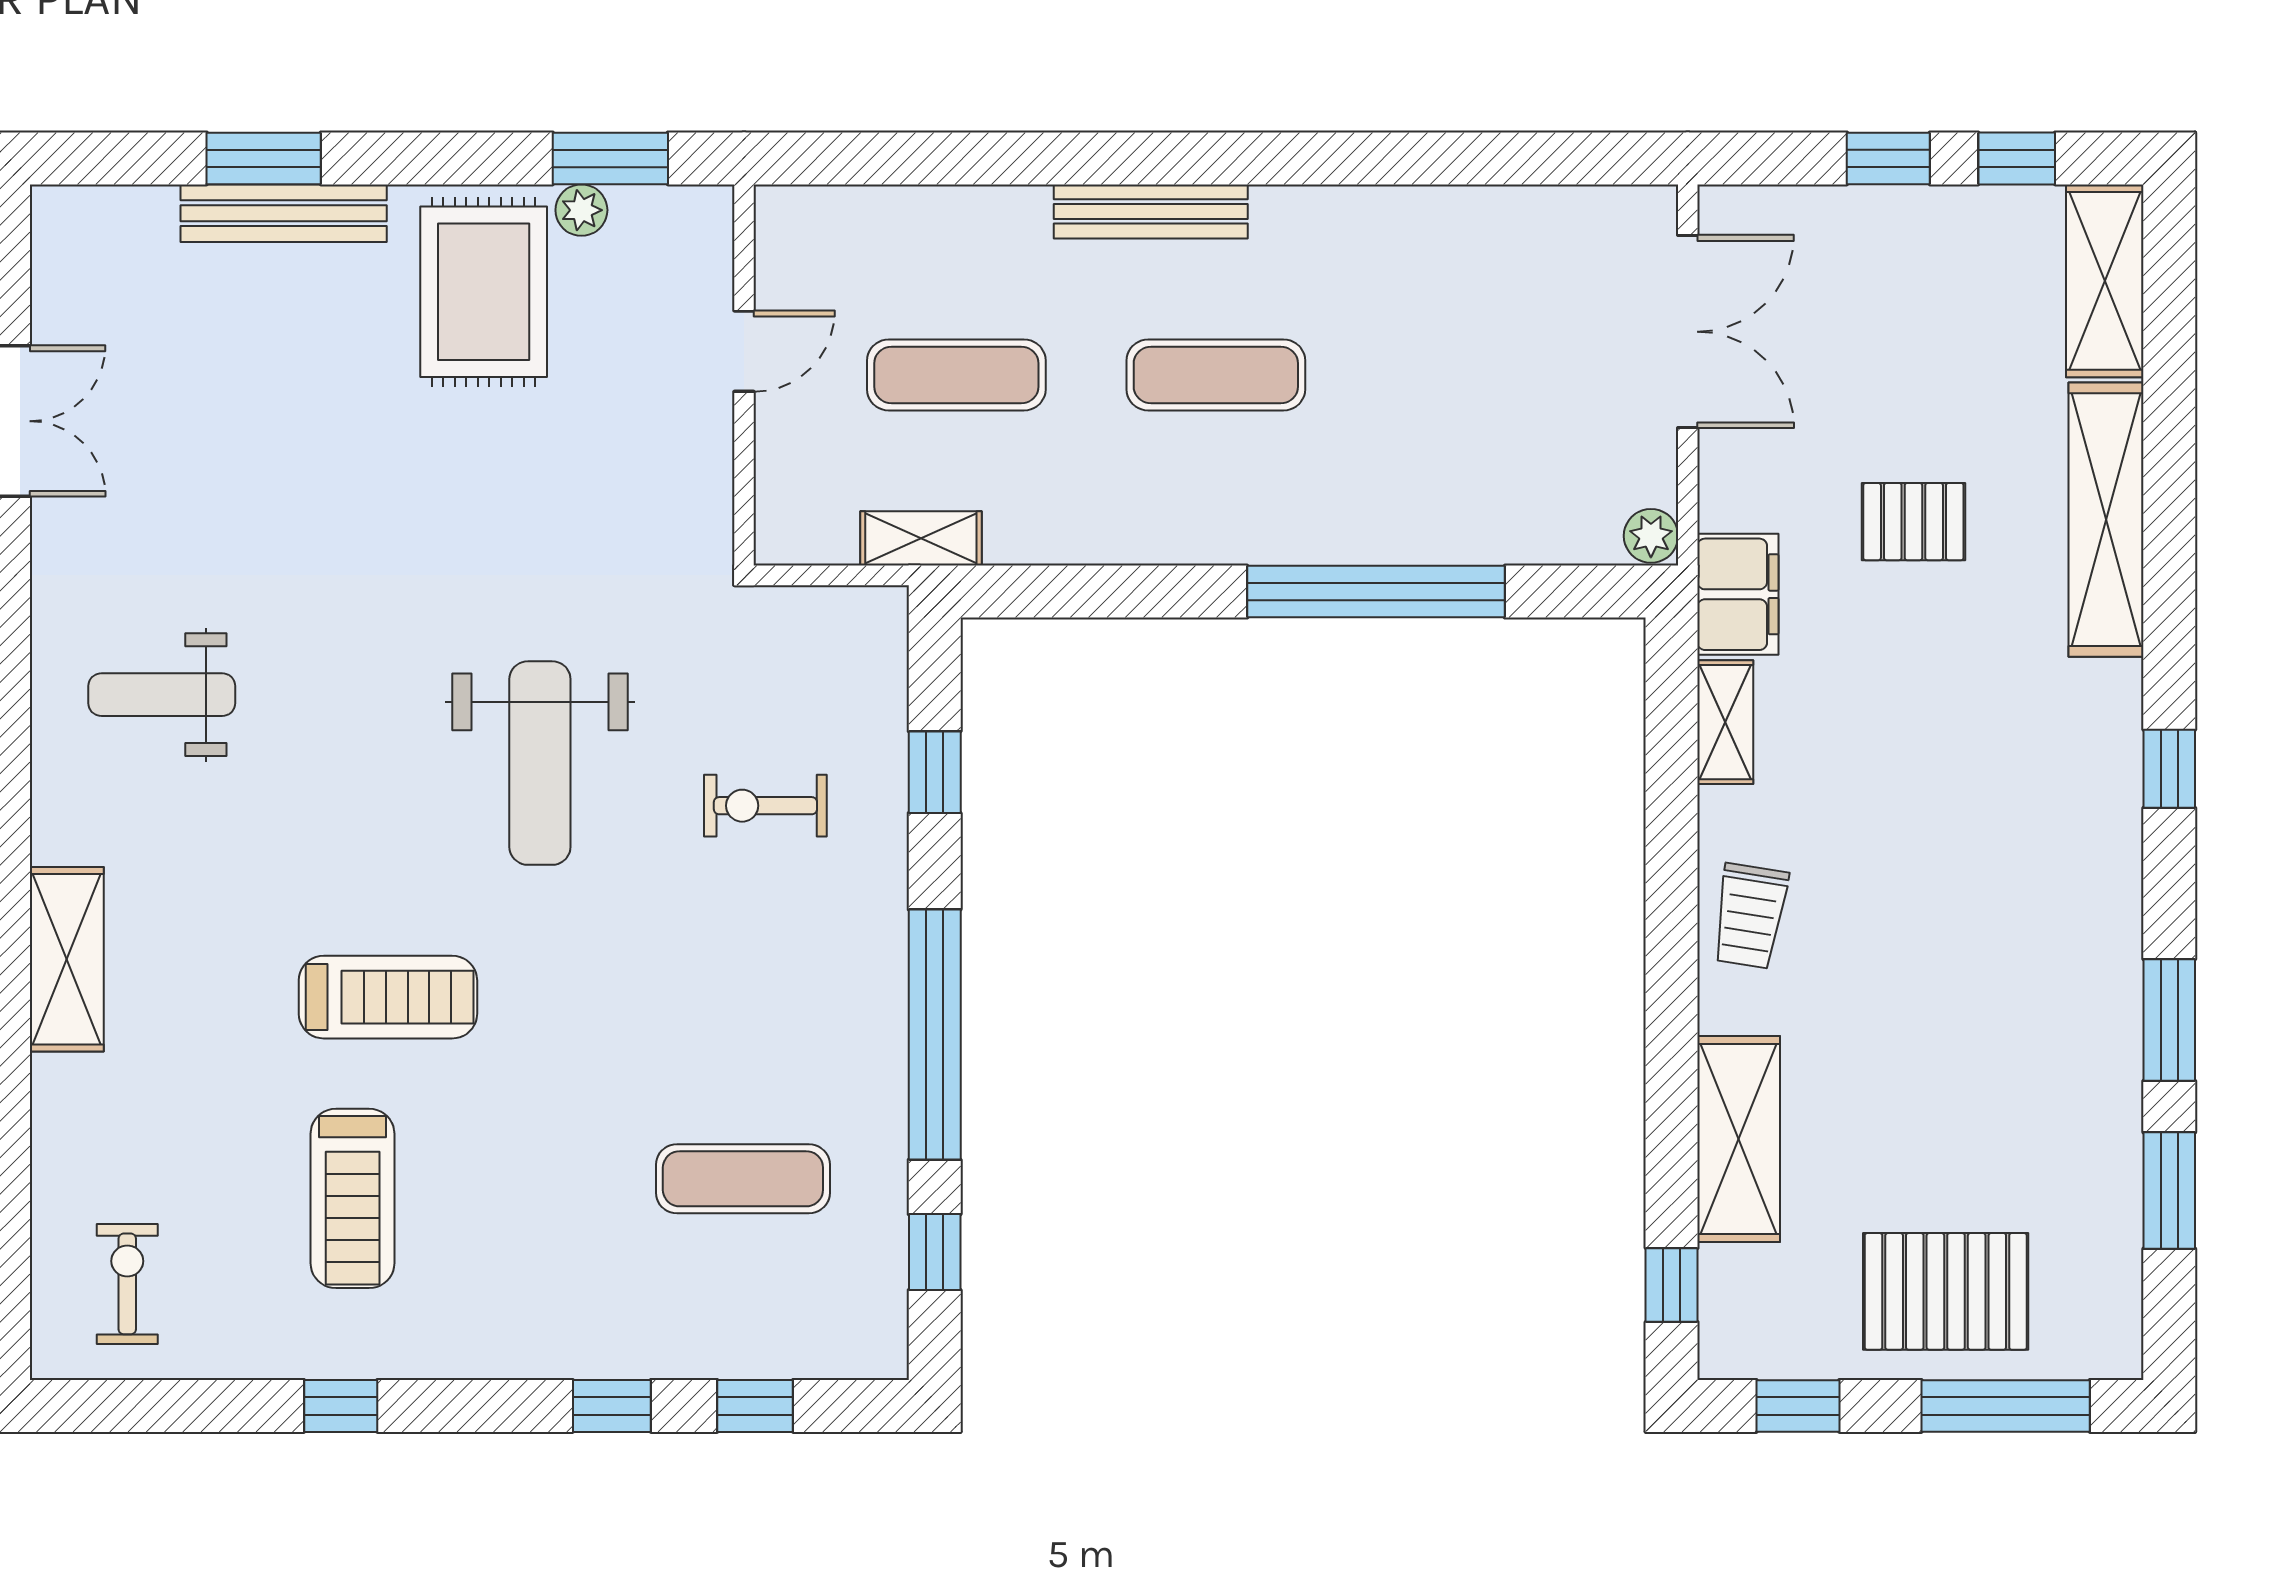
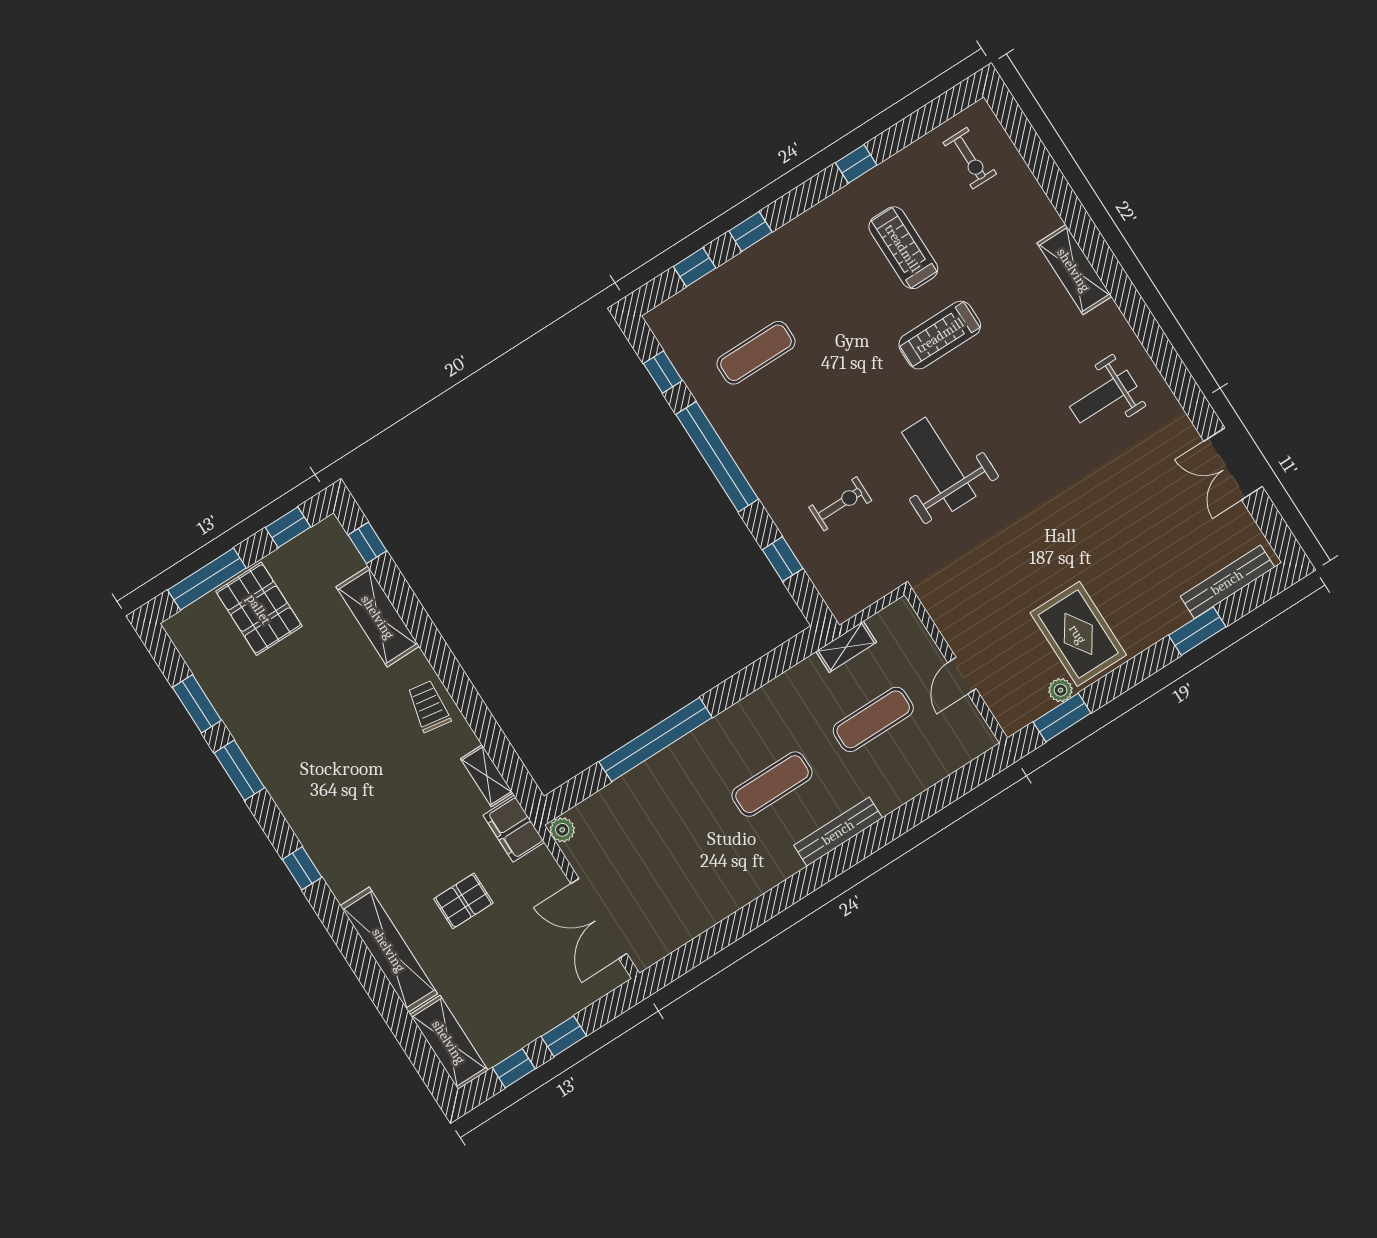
bench: (284, 213) -> (1227, 582), moved
weight bench: (162, 695) -> (1103, 397), turned 180
pallet: (1946, 1291) -> (259, 609), turned 90

